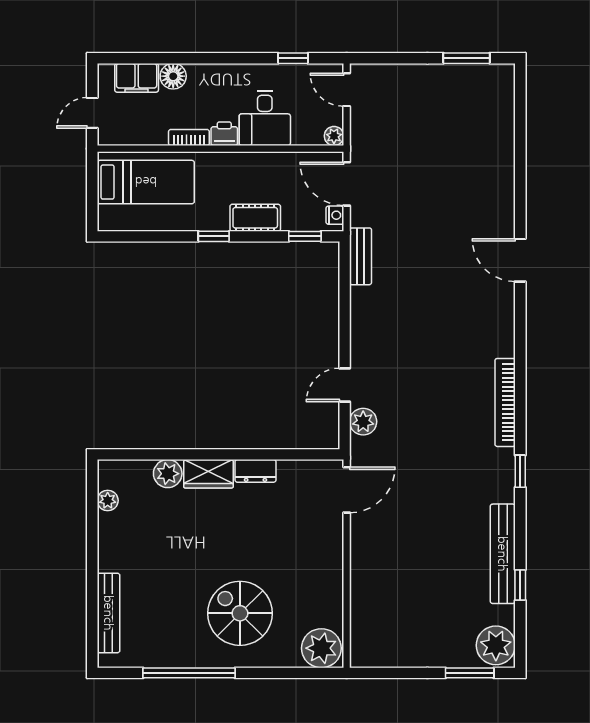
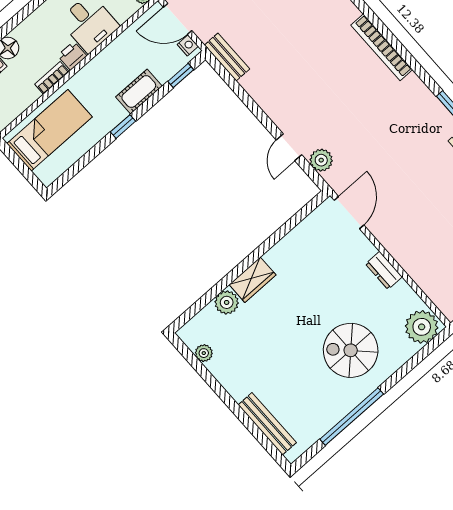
bookcase: (505, 402) -> (382, 47), moved
dresser: (255, 471) -> (384, 270), moved, turned 90

